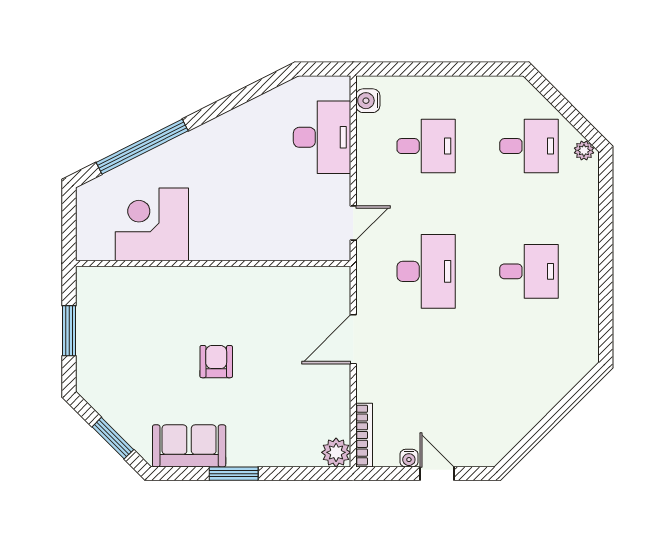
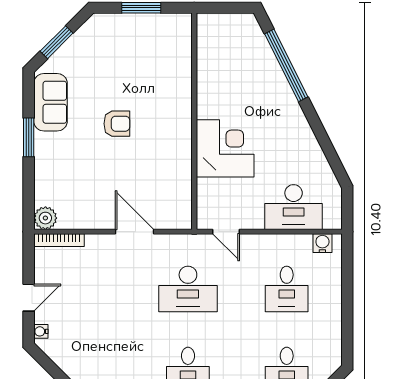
corner desk: (152, 224) -> (225, 148), moved
water cooler: (409, 458) -> (41, 331), moved

